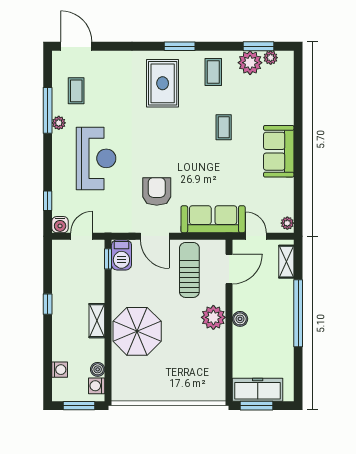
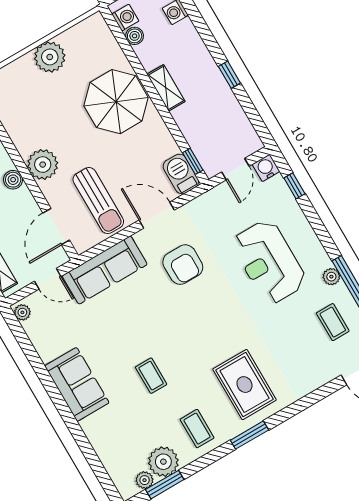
plant: (165, 389) -> (50, 57), added

